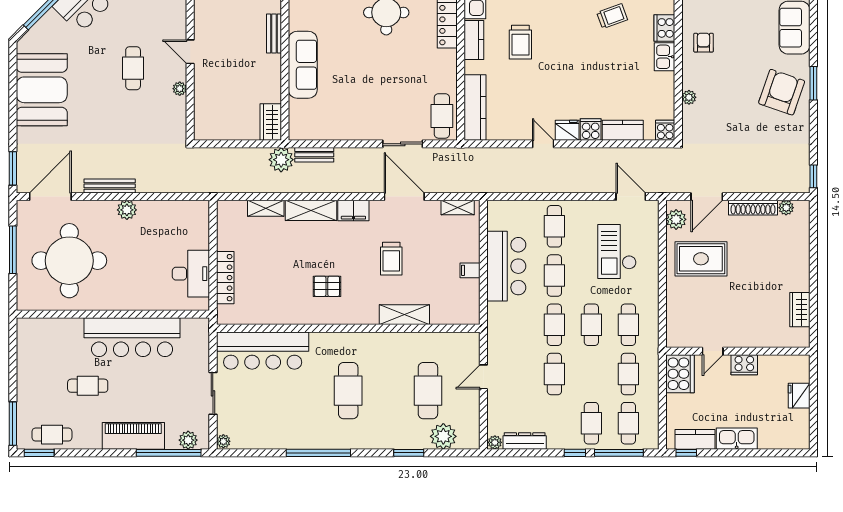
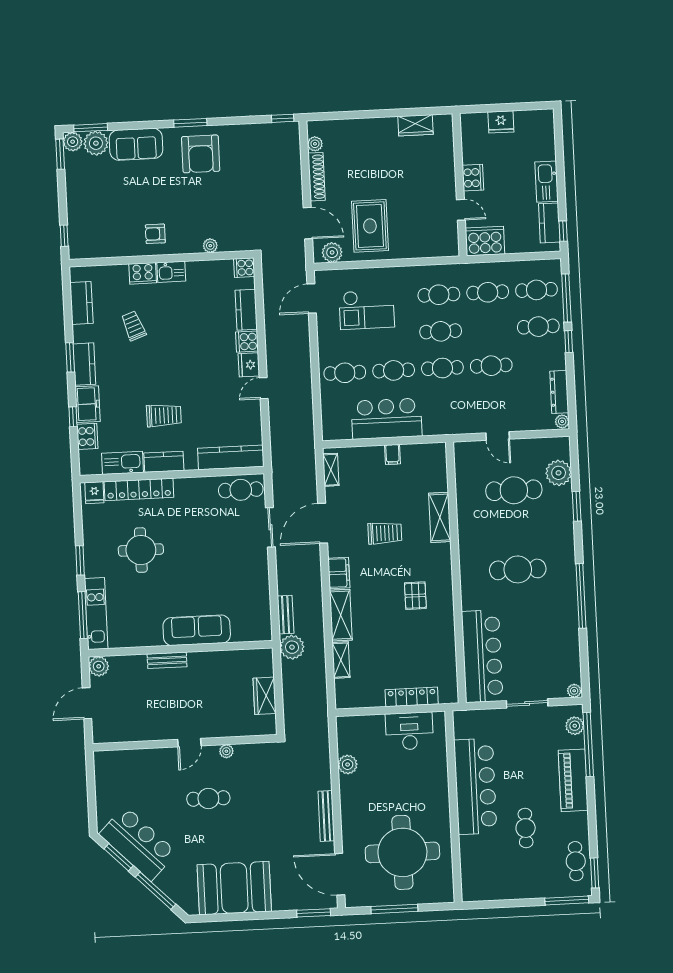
armchair: (782, 92) -> (201, 154), turned -109
wardrobe: (271, 122) -> (265, 696), moved, turned 90
plant: (127, 210) -> (348, 765), moved

